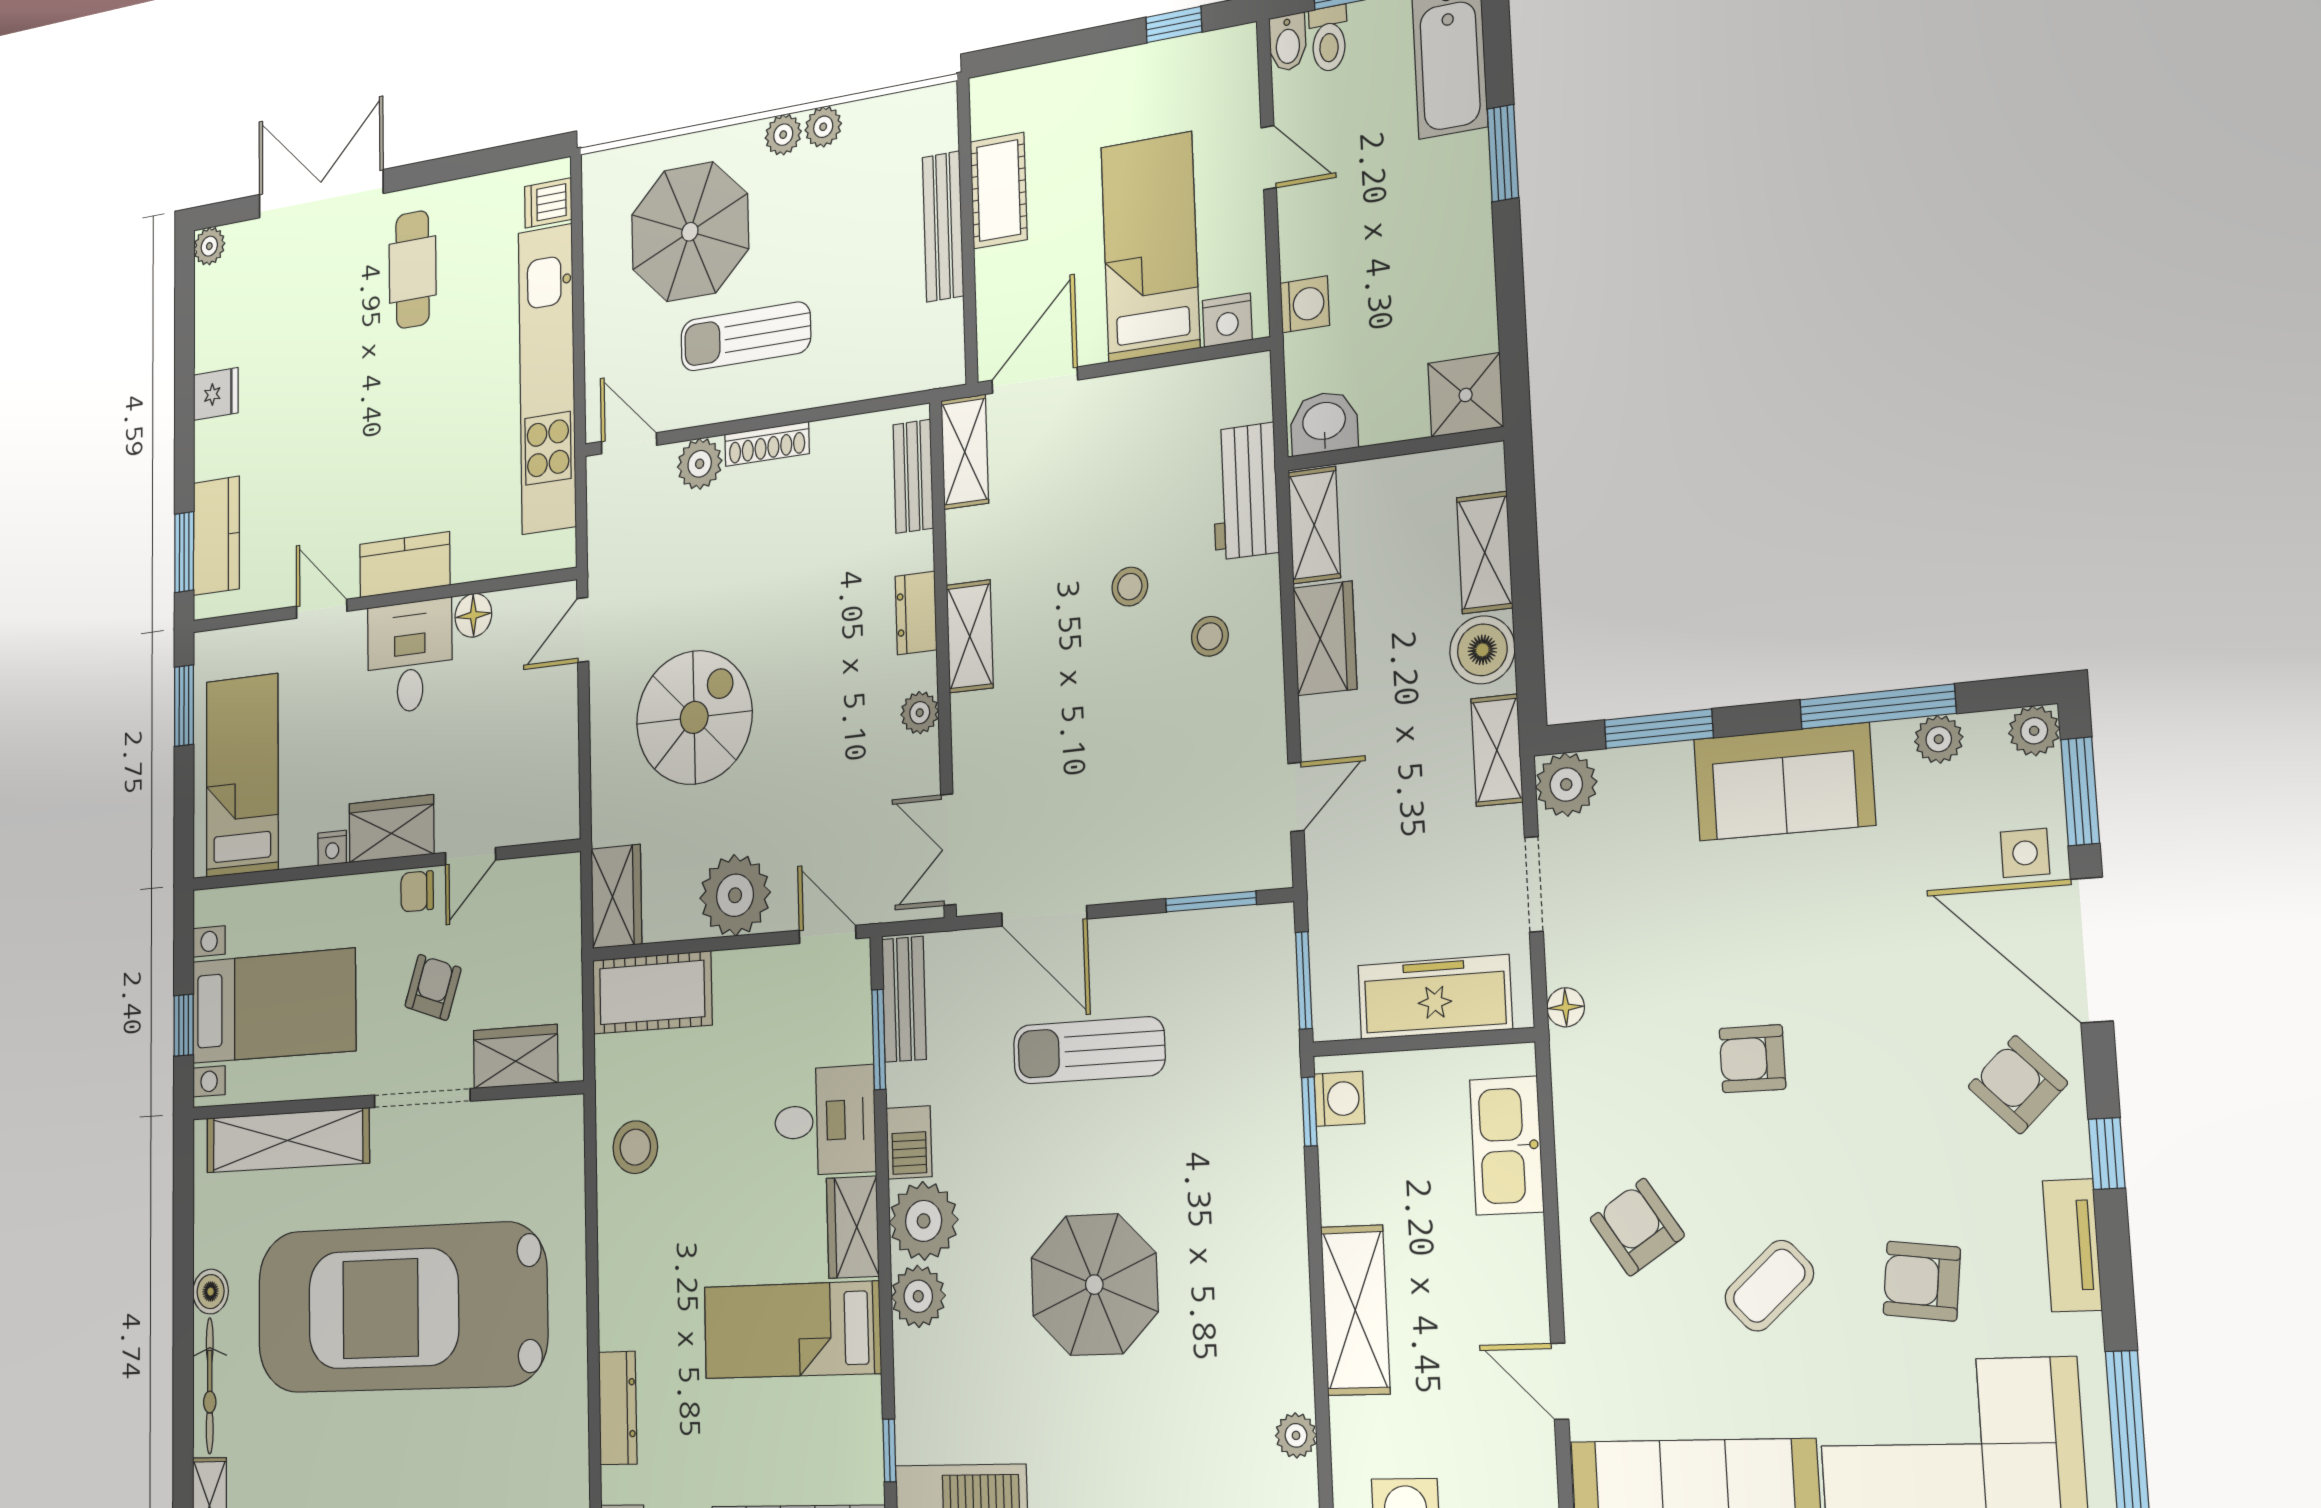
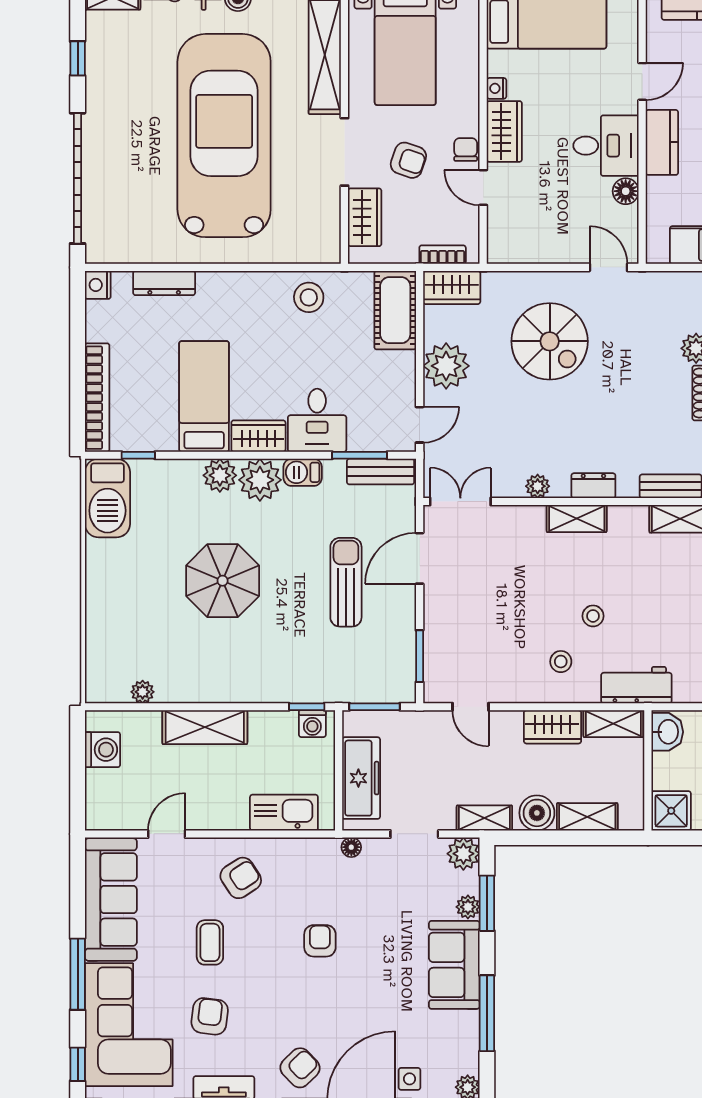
plant: (1939, 739) -> (468, 907), moved
bookcase: (568, 917) -> (443, 255), added
coffee table: (1769, 1286) -> (210, 942), turned 42

